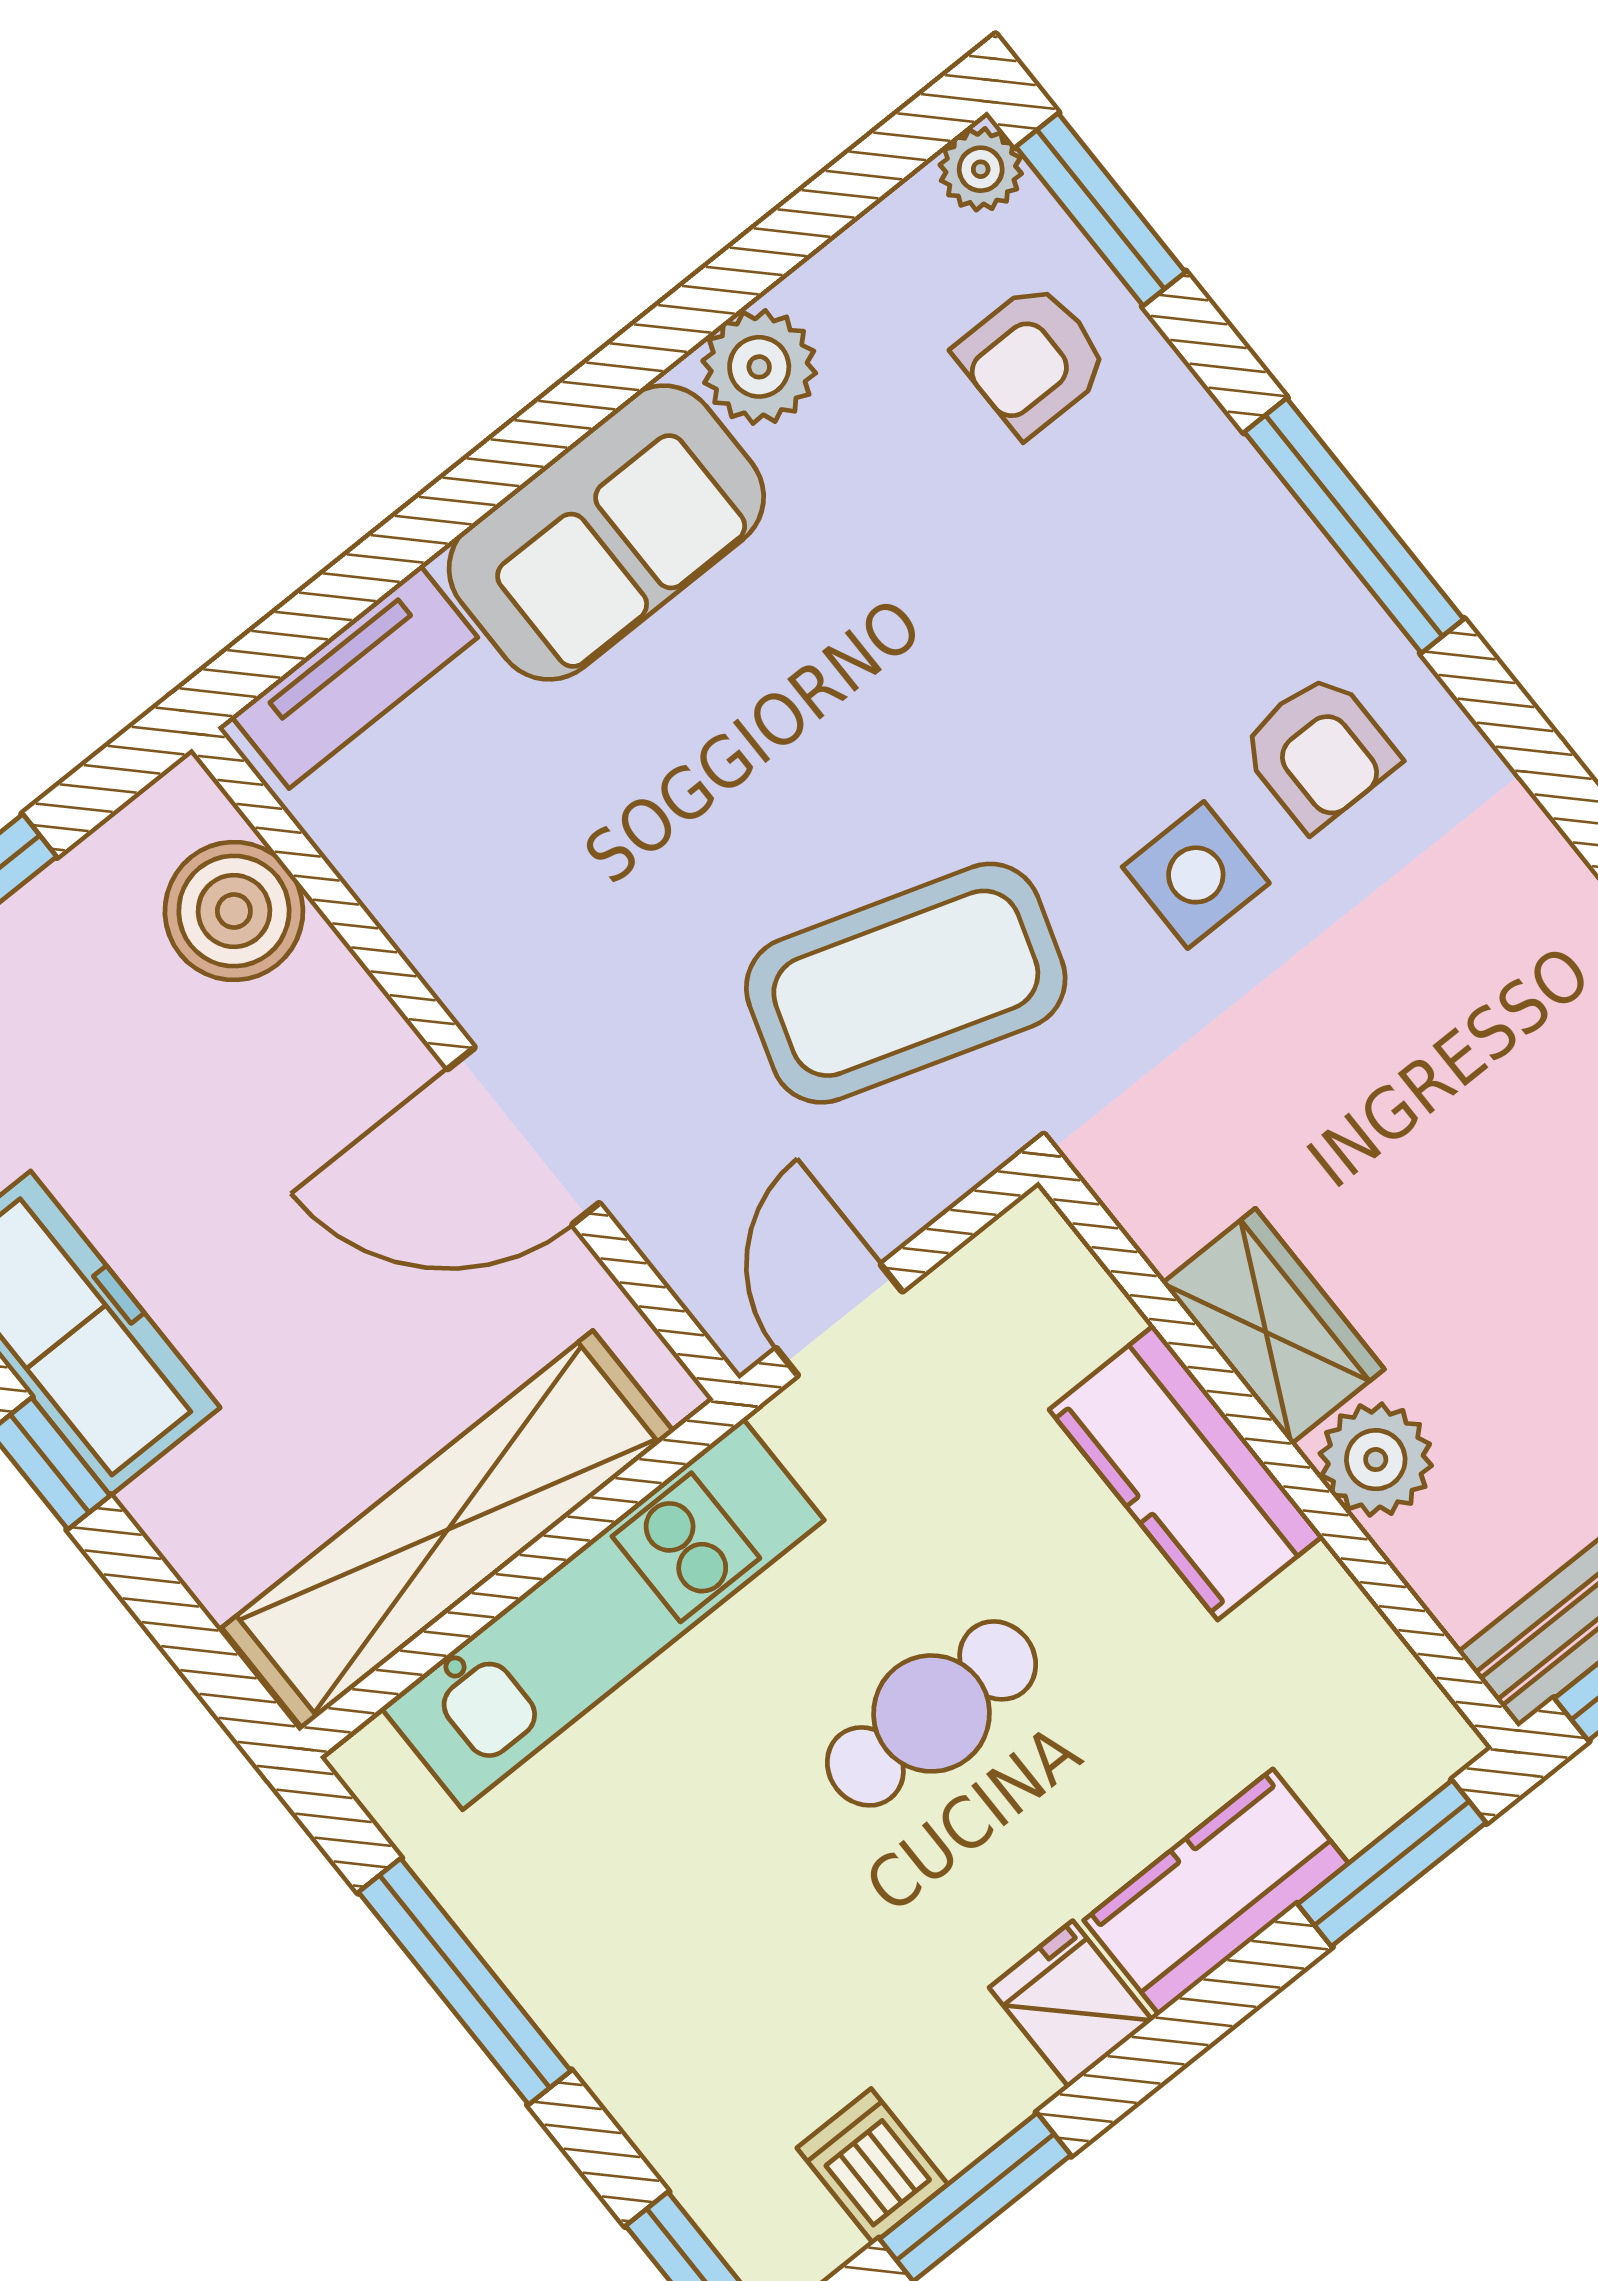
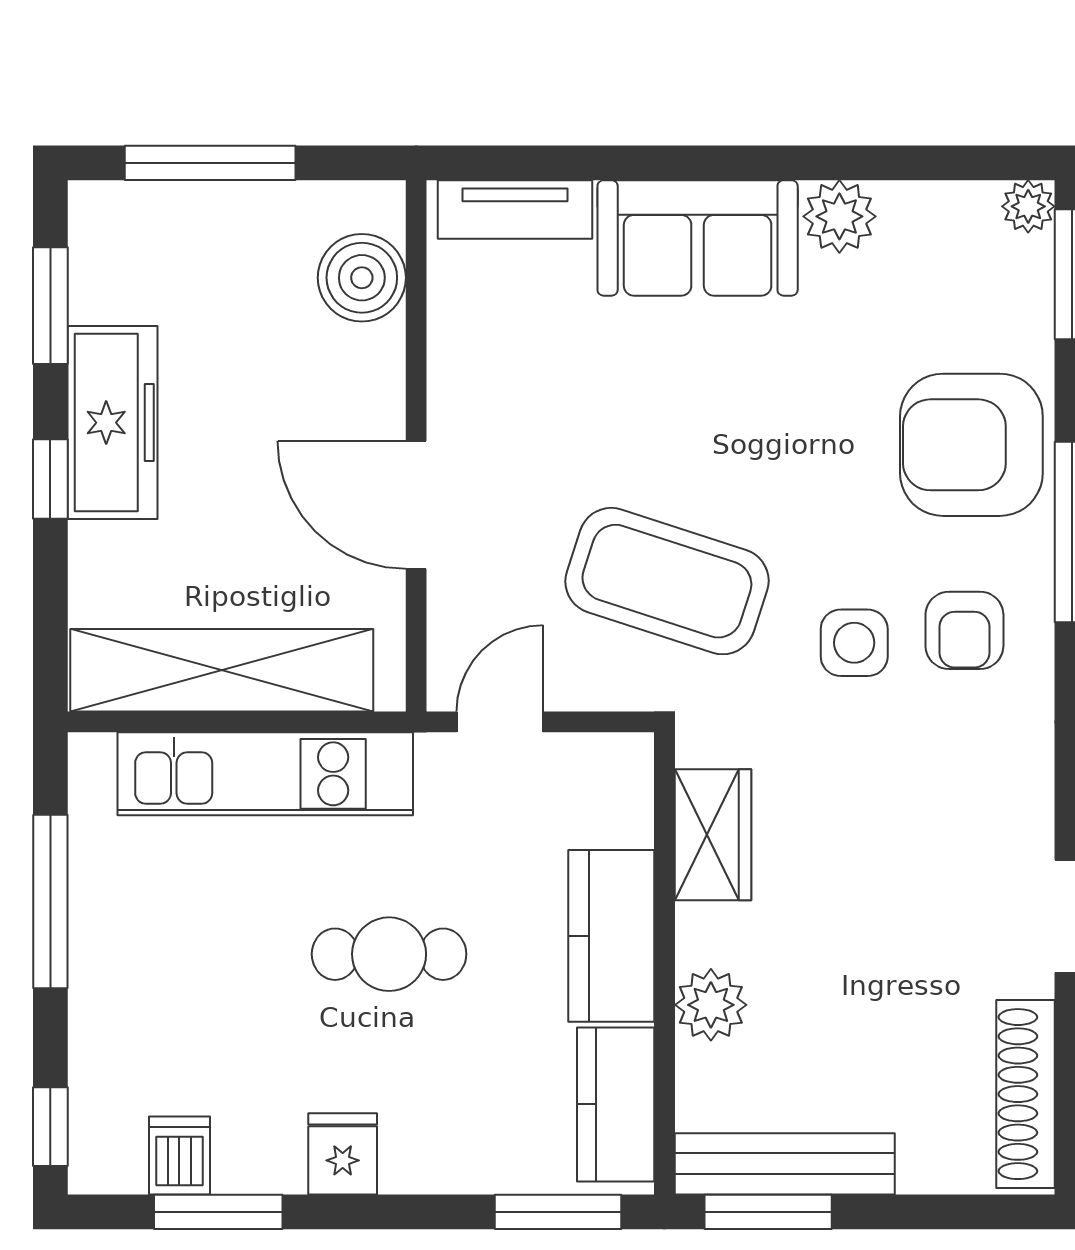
armchair: (1032, 359) -> (971, 445), moved, width x1.88, depth x1.88
wardrobe: (1273, 1326) -> (713, 835), moved
kitchen counter: (1216, 1892) -> (616, 1104), moved, turned -90

